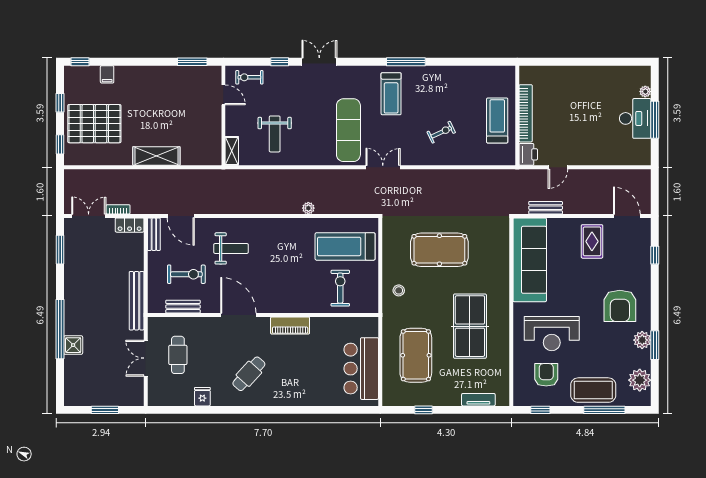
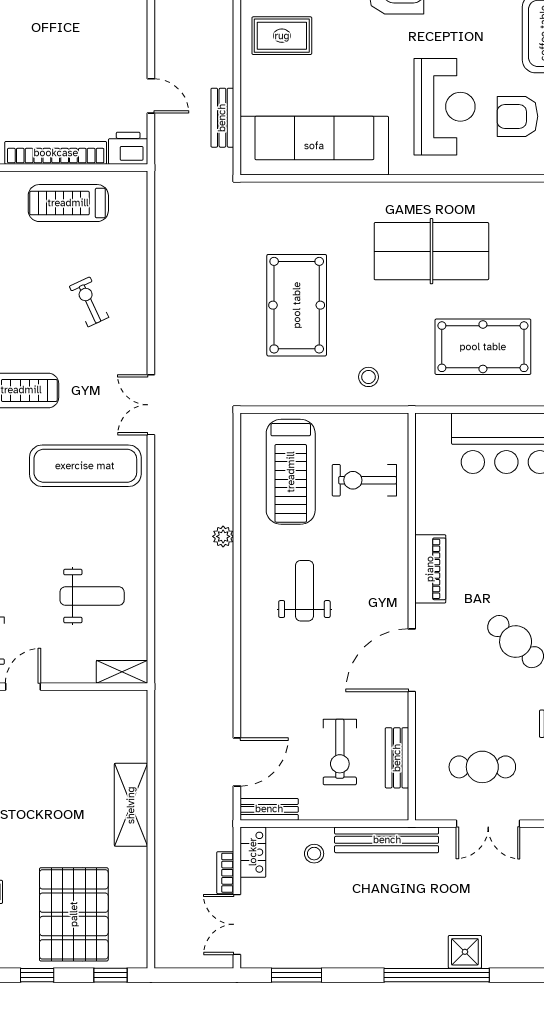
weight bench: (231, 248) -> (304, 591), moved
stool: (129, 260) -> (314, 854), added
exercise bike: (186, 274) -> (340, 752), turned 180

